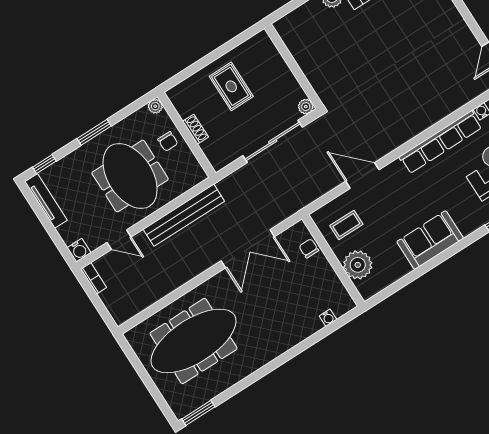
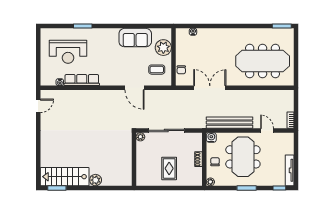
row of seats: (441, 142) -> (82, 80), width x0.73
sofa: (430, 240) -> (135, 38), moved
water cooler: (79, 250) -> (211, 137), moved

